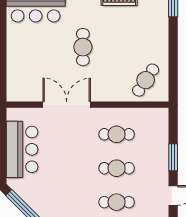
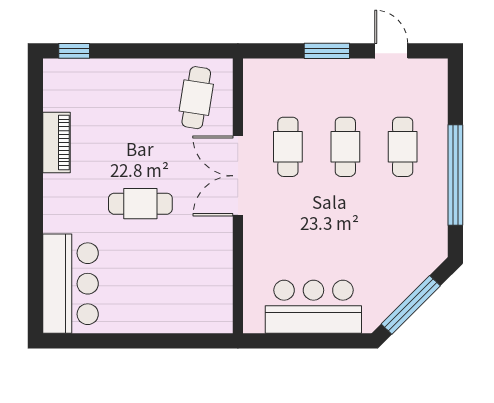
cafe table: (146, 80) -> (196, 98), turned 65
double door: (67, 105) -> (238, 176), moved

